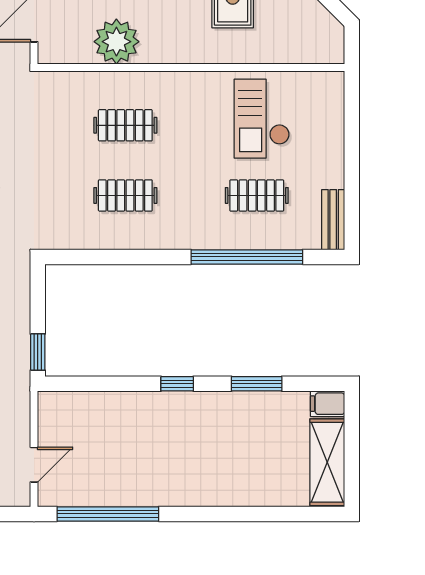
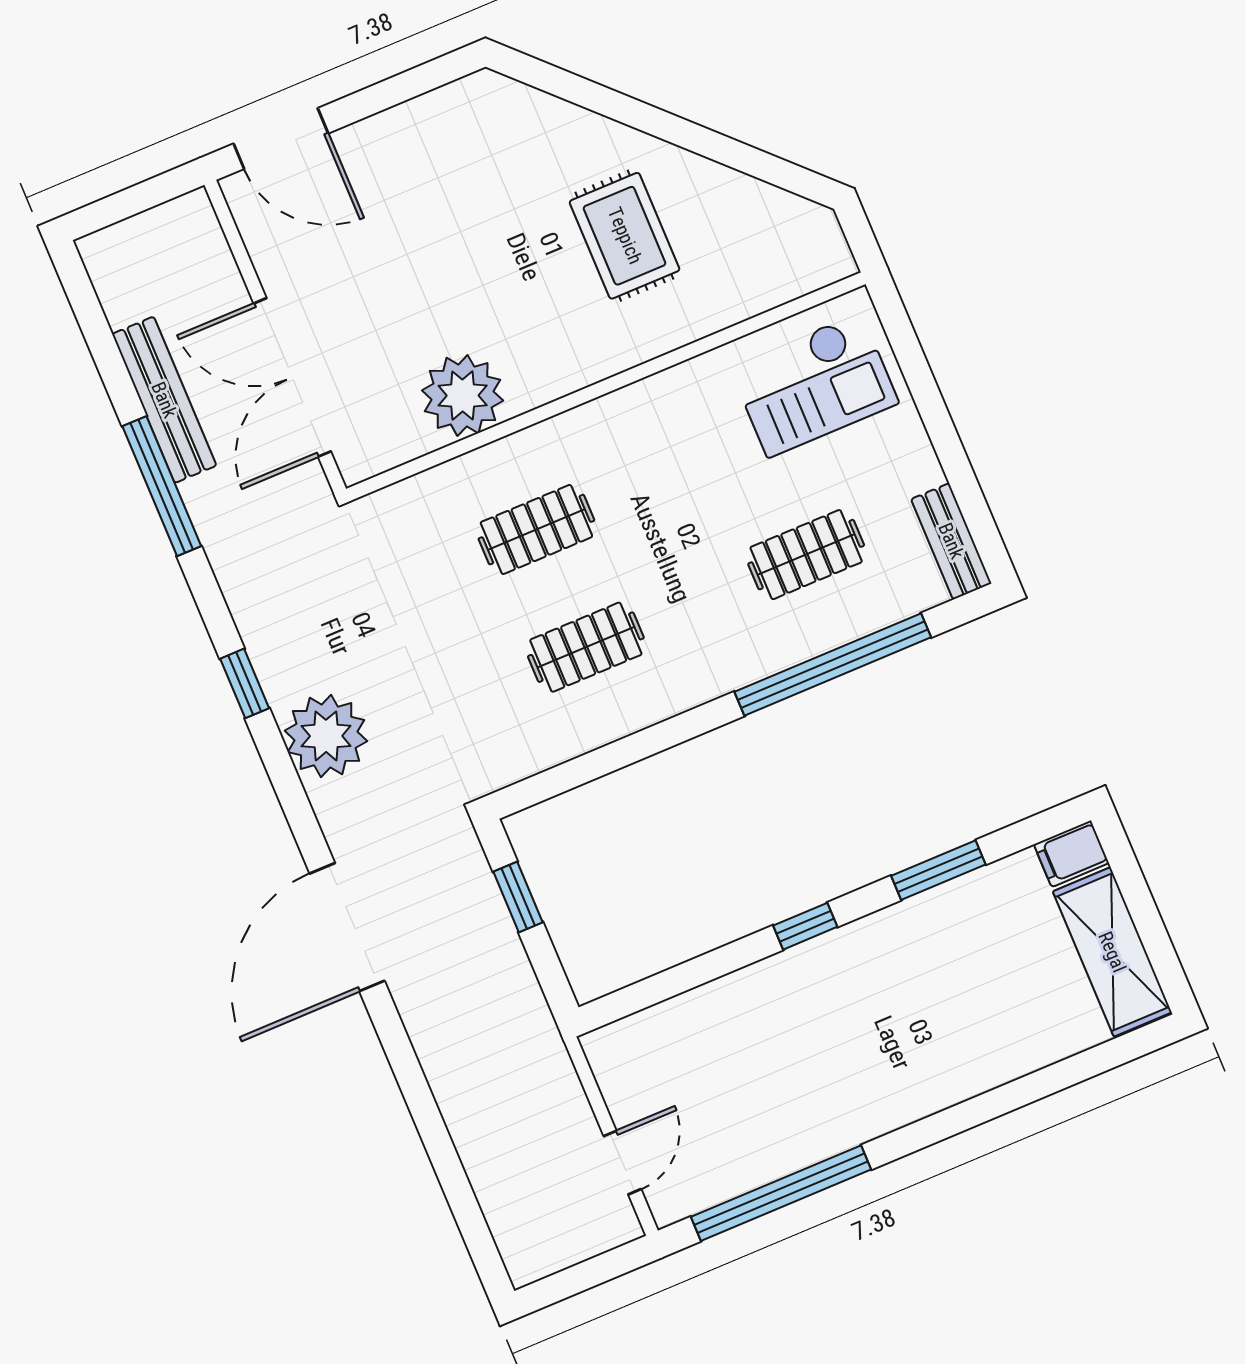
checkout: (262, 119) -> (814, 385), moved, turned -90
window: (38, 352) -> (518, 897), moved

